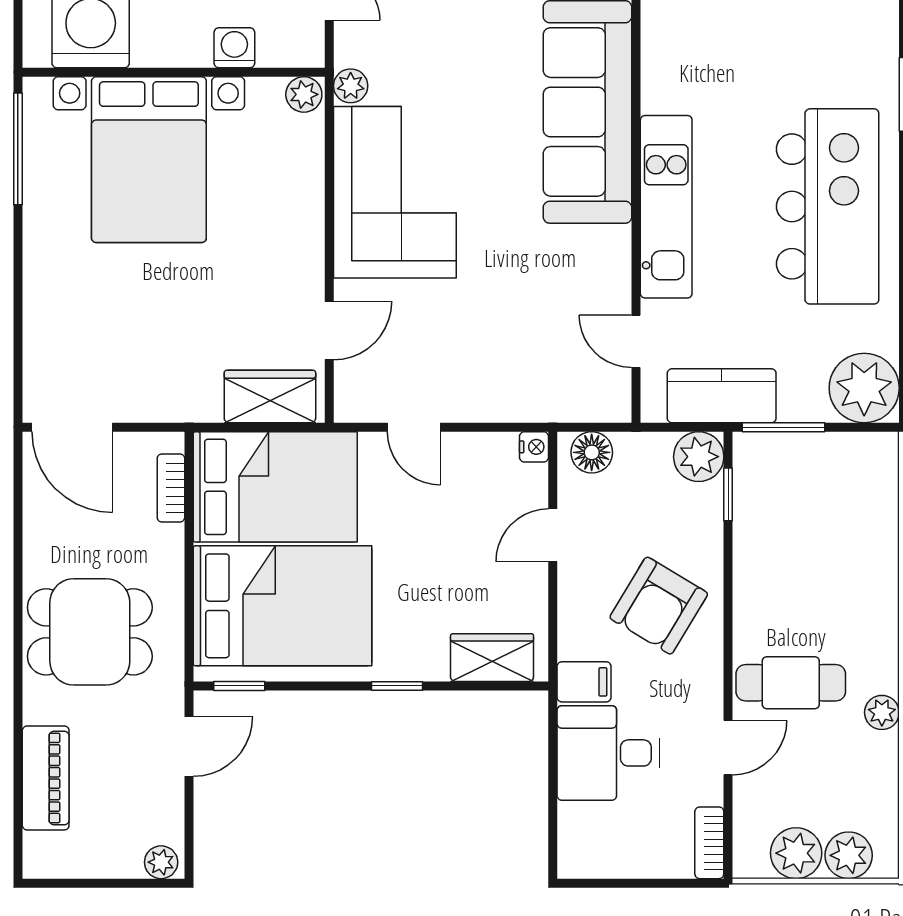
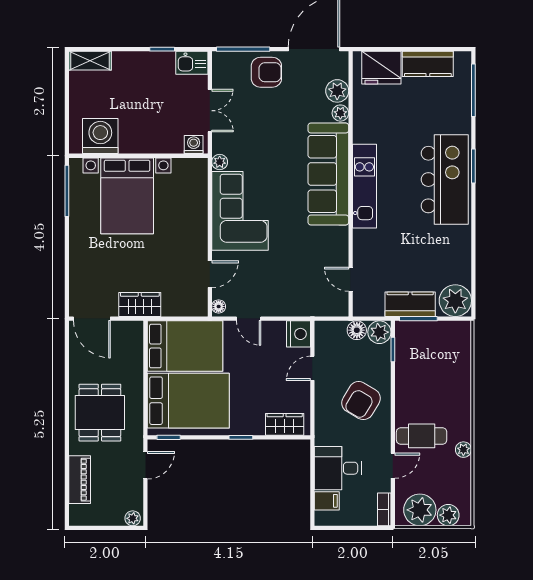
washing machine: (234, 48) -> (194, 145), moved
plant: (304, 94) -> (198, 166), removed
kitchen island: (828, 206) -> (445, 180), moved
kitchen unit: (666, 207) -> (364, 186), moved
wardrobe: (270, 396) -> (140, 305), moved
kitchen counter: (722, 396) -> (410, 304), moved
floor lamp: (348, 401) -> (219, 306), added
nightstand: (534, 447) -> (299, 334), width x1.89, depth x1.79
floor lamp: (592, 452) -> (357, 330), moved
bookcase: (171, 488) -> (137, 347), removed
dining table: (90, 632) -> (100, 413), turned 90
filing cabinet: (584, 682) -> (327, 501), moved
plant: (796, 853) -> (420, 510), width x1.36, depth x1.36

